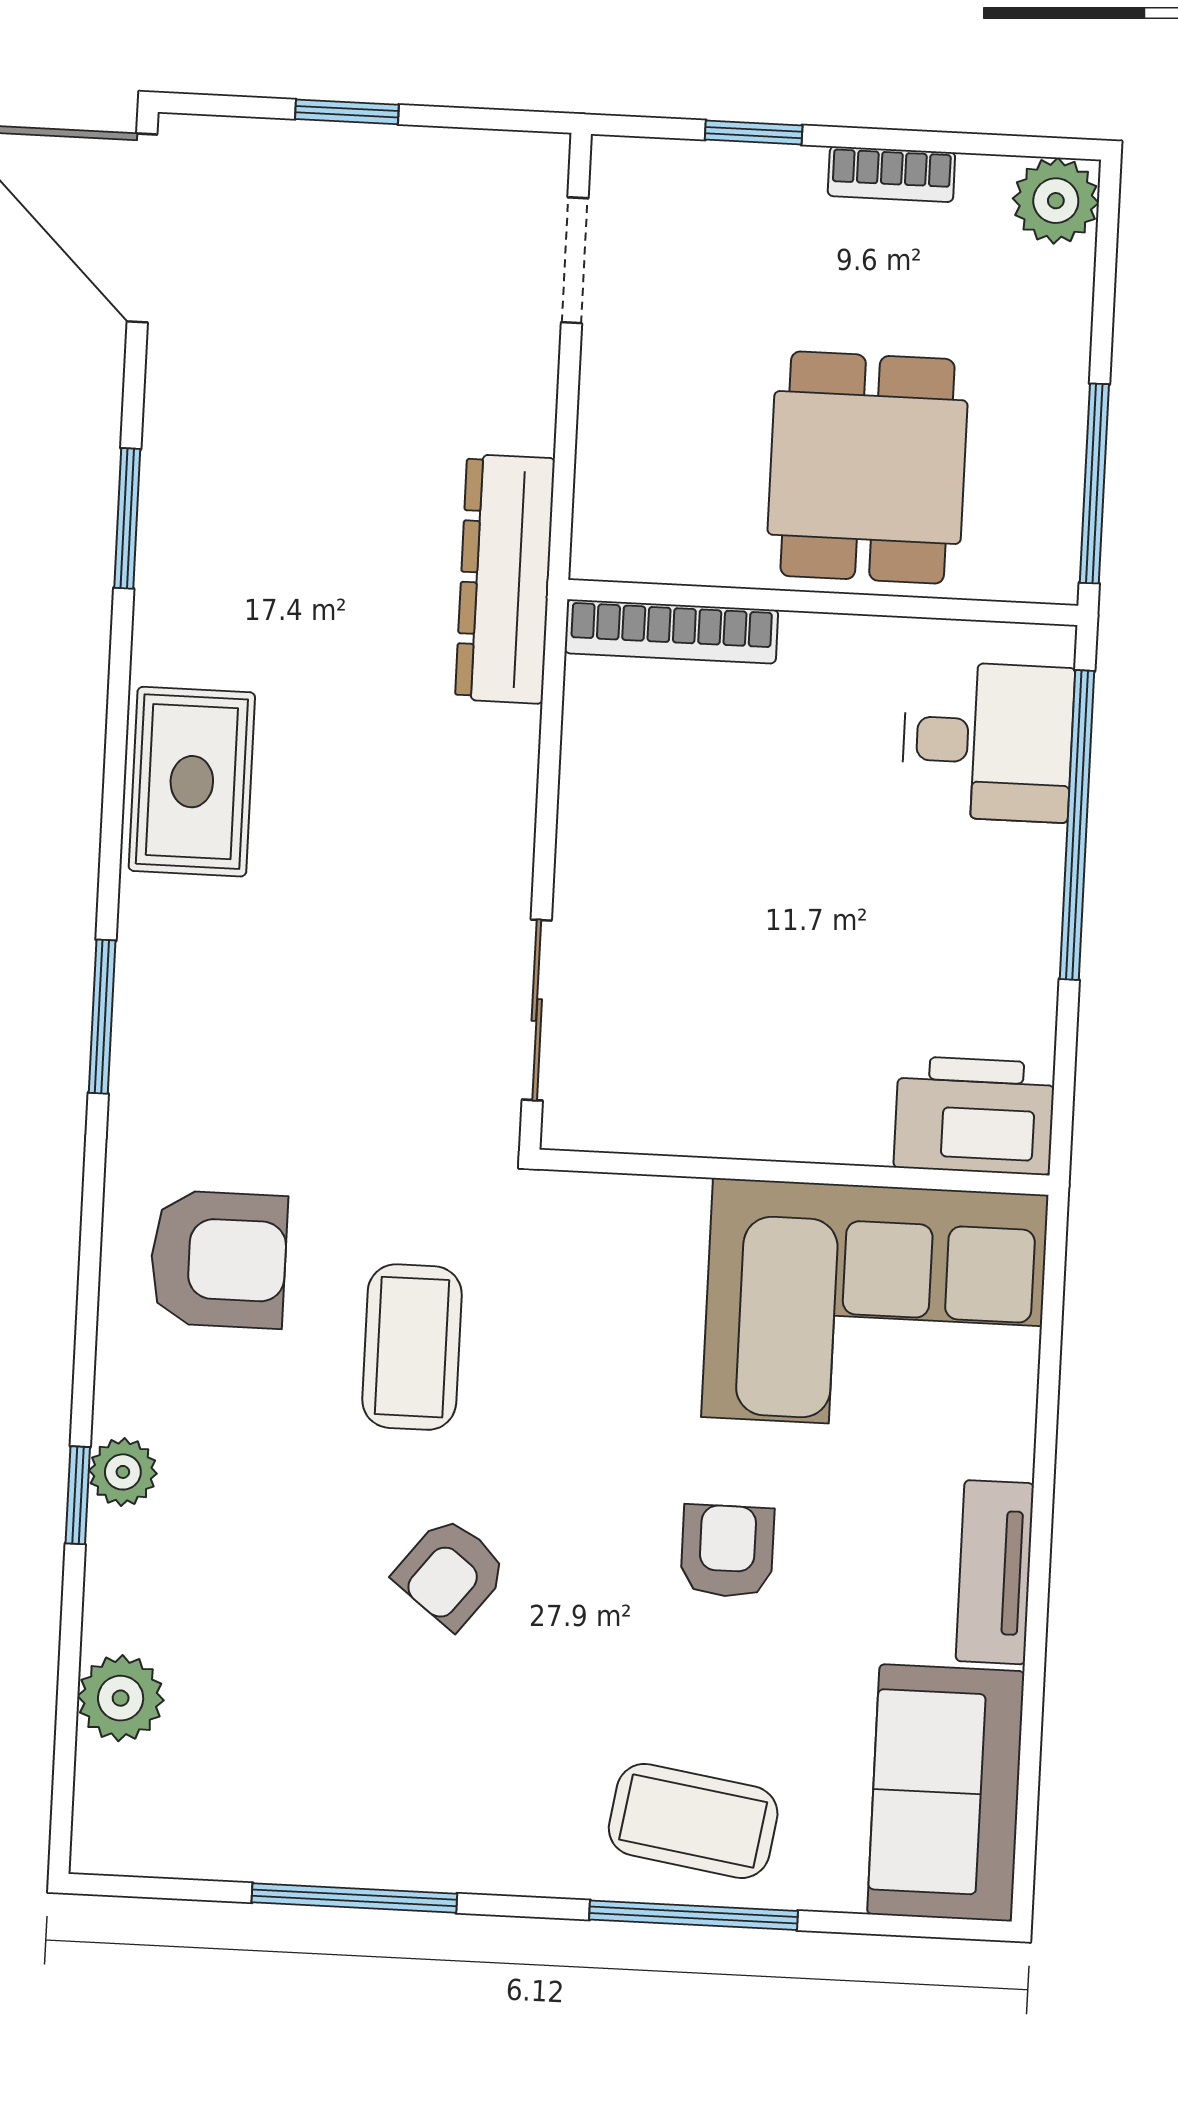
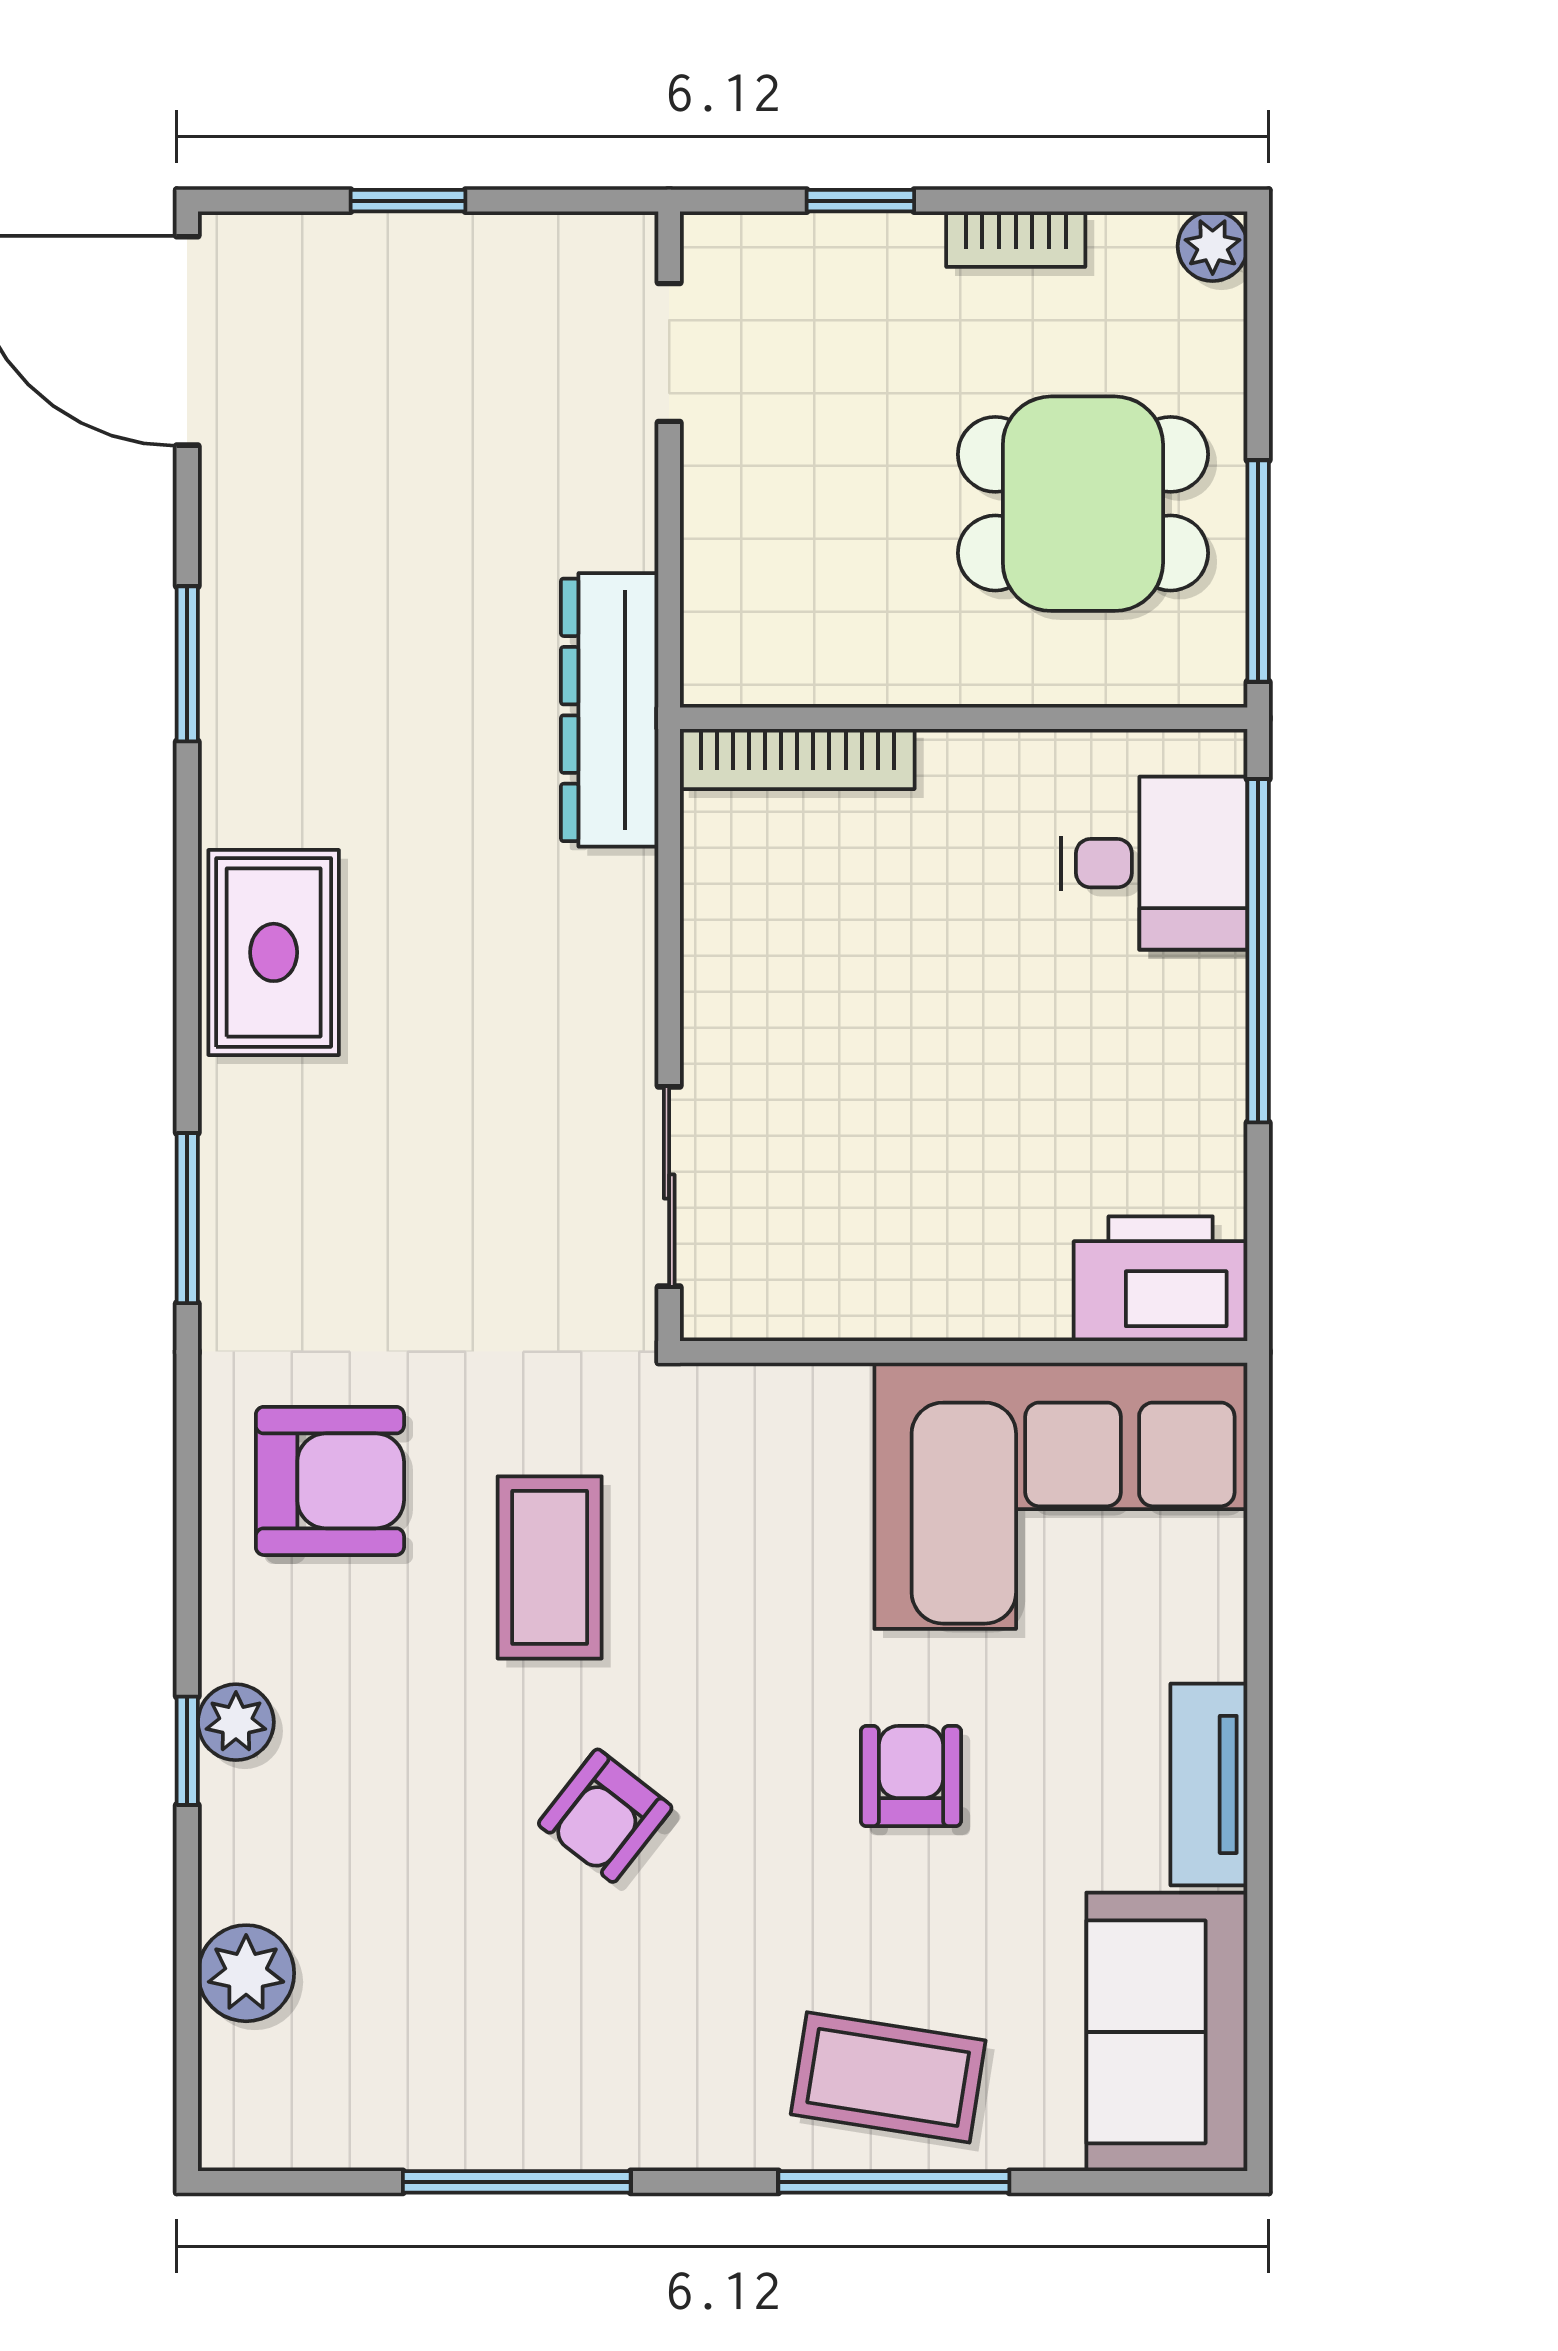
plant: (1056, 201) -> (1213, 246), width x0.73, depth x0.73
dining table: (867, 468) -> (1083, 504), moved, turned 90

